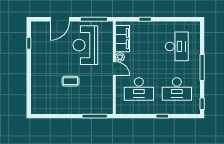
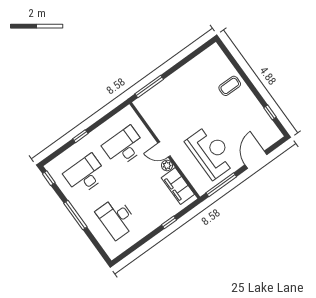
coffee table: (70, 81) -> (230, 86), moved

